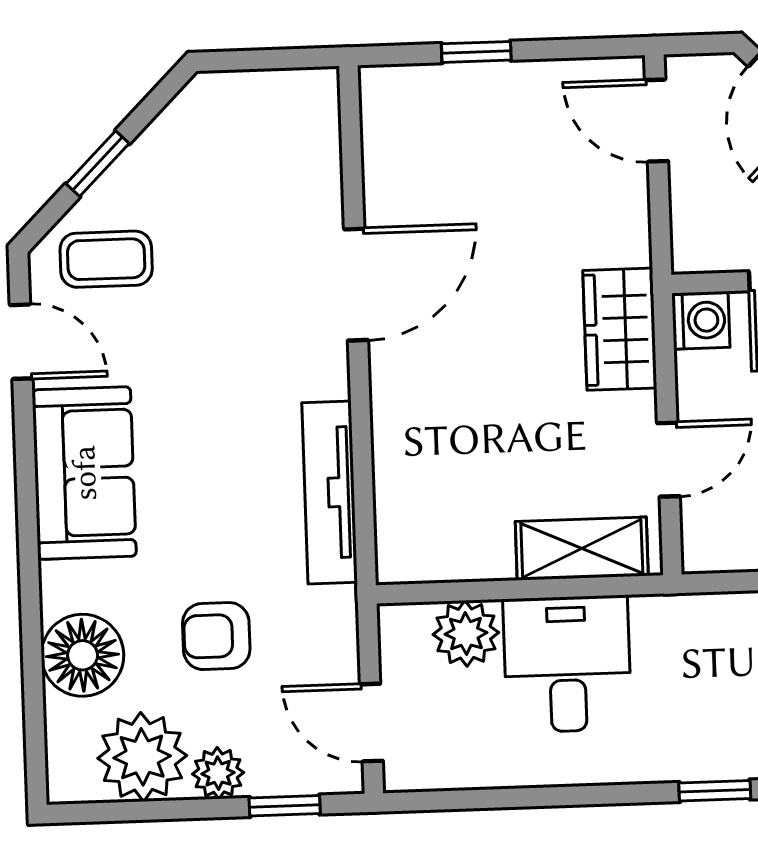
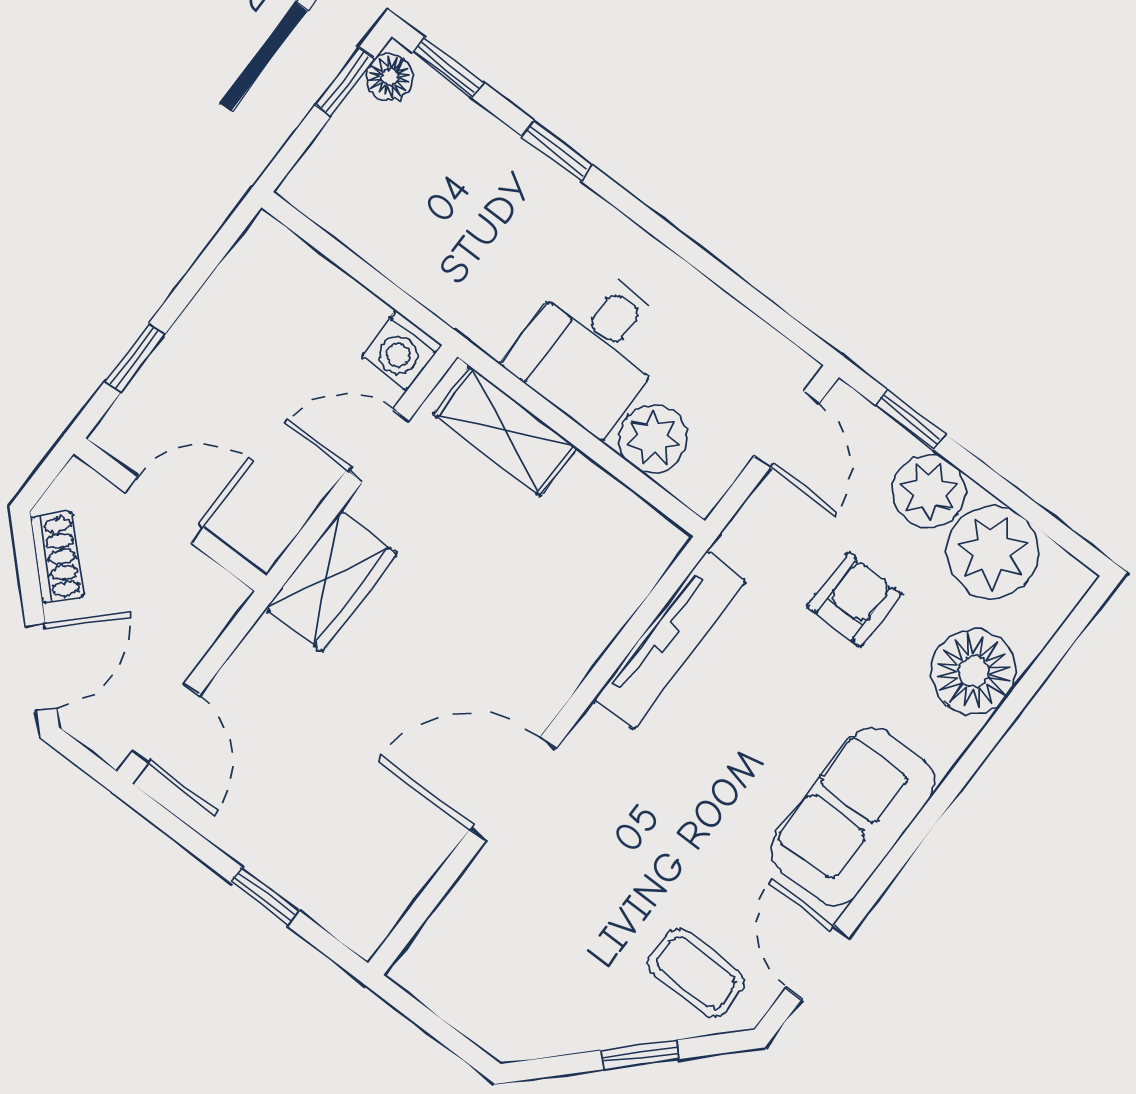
washing machine: (701, 320) -> (402, 350), moved, turned -90
armchair: (216, 636) -> (854, 600), turned -90
plant: (218, 773) -> (928, 491), width x1.38, depth x1.38

